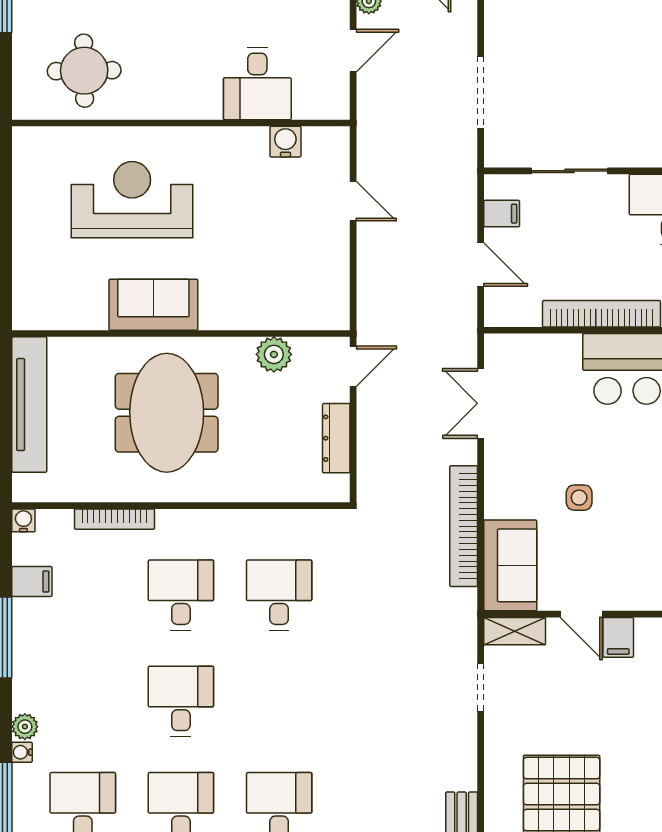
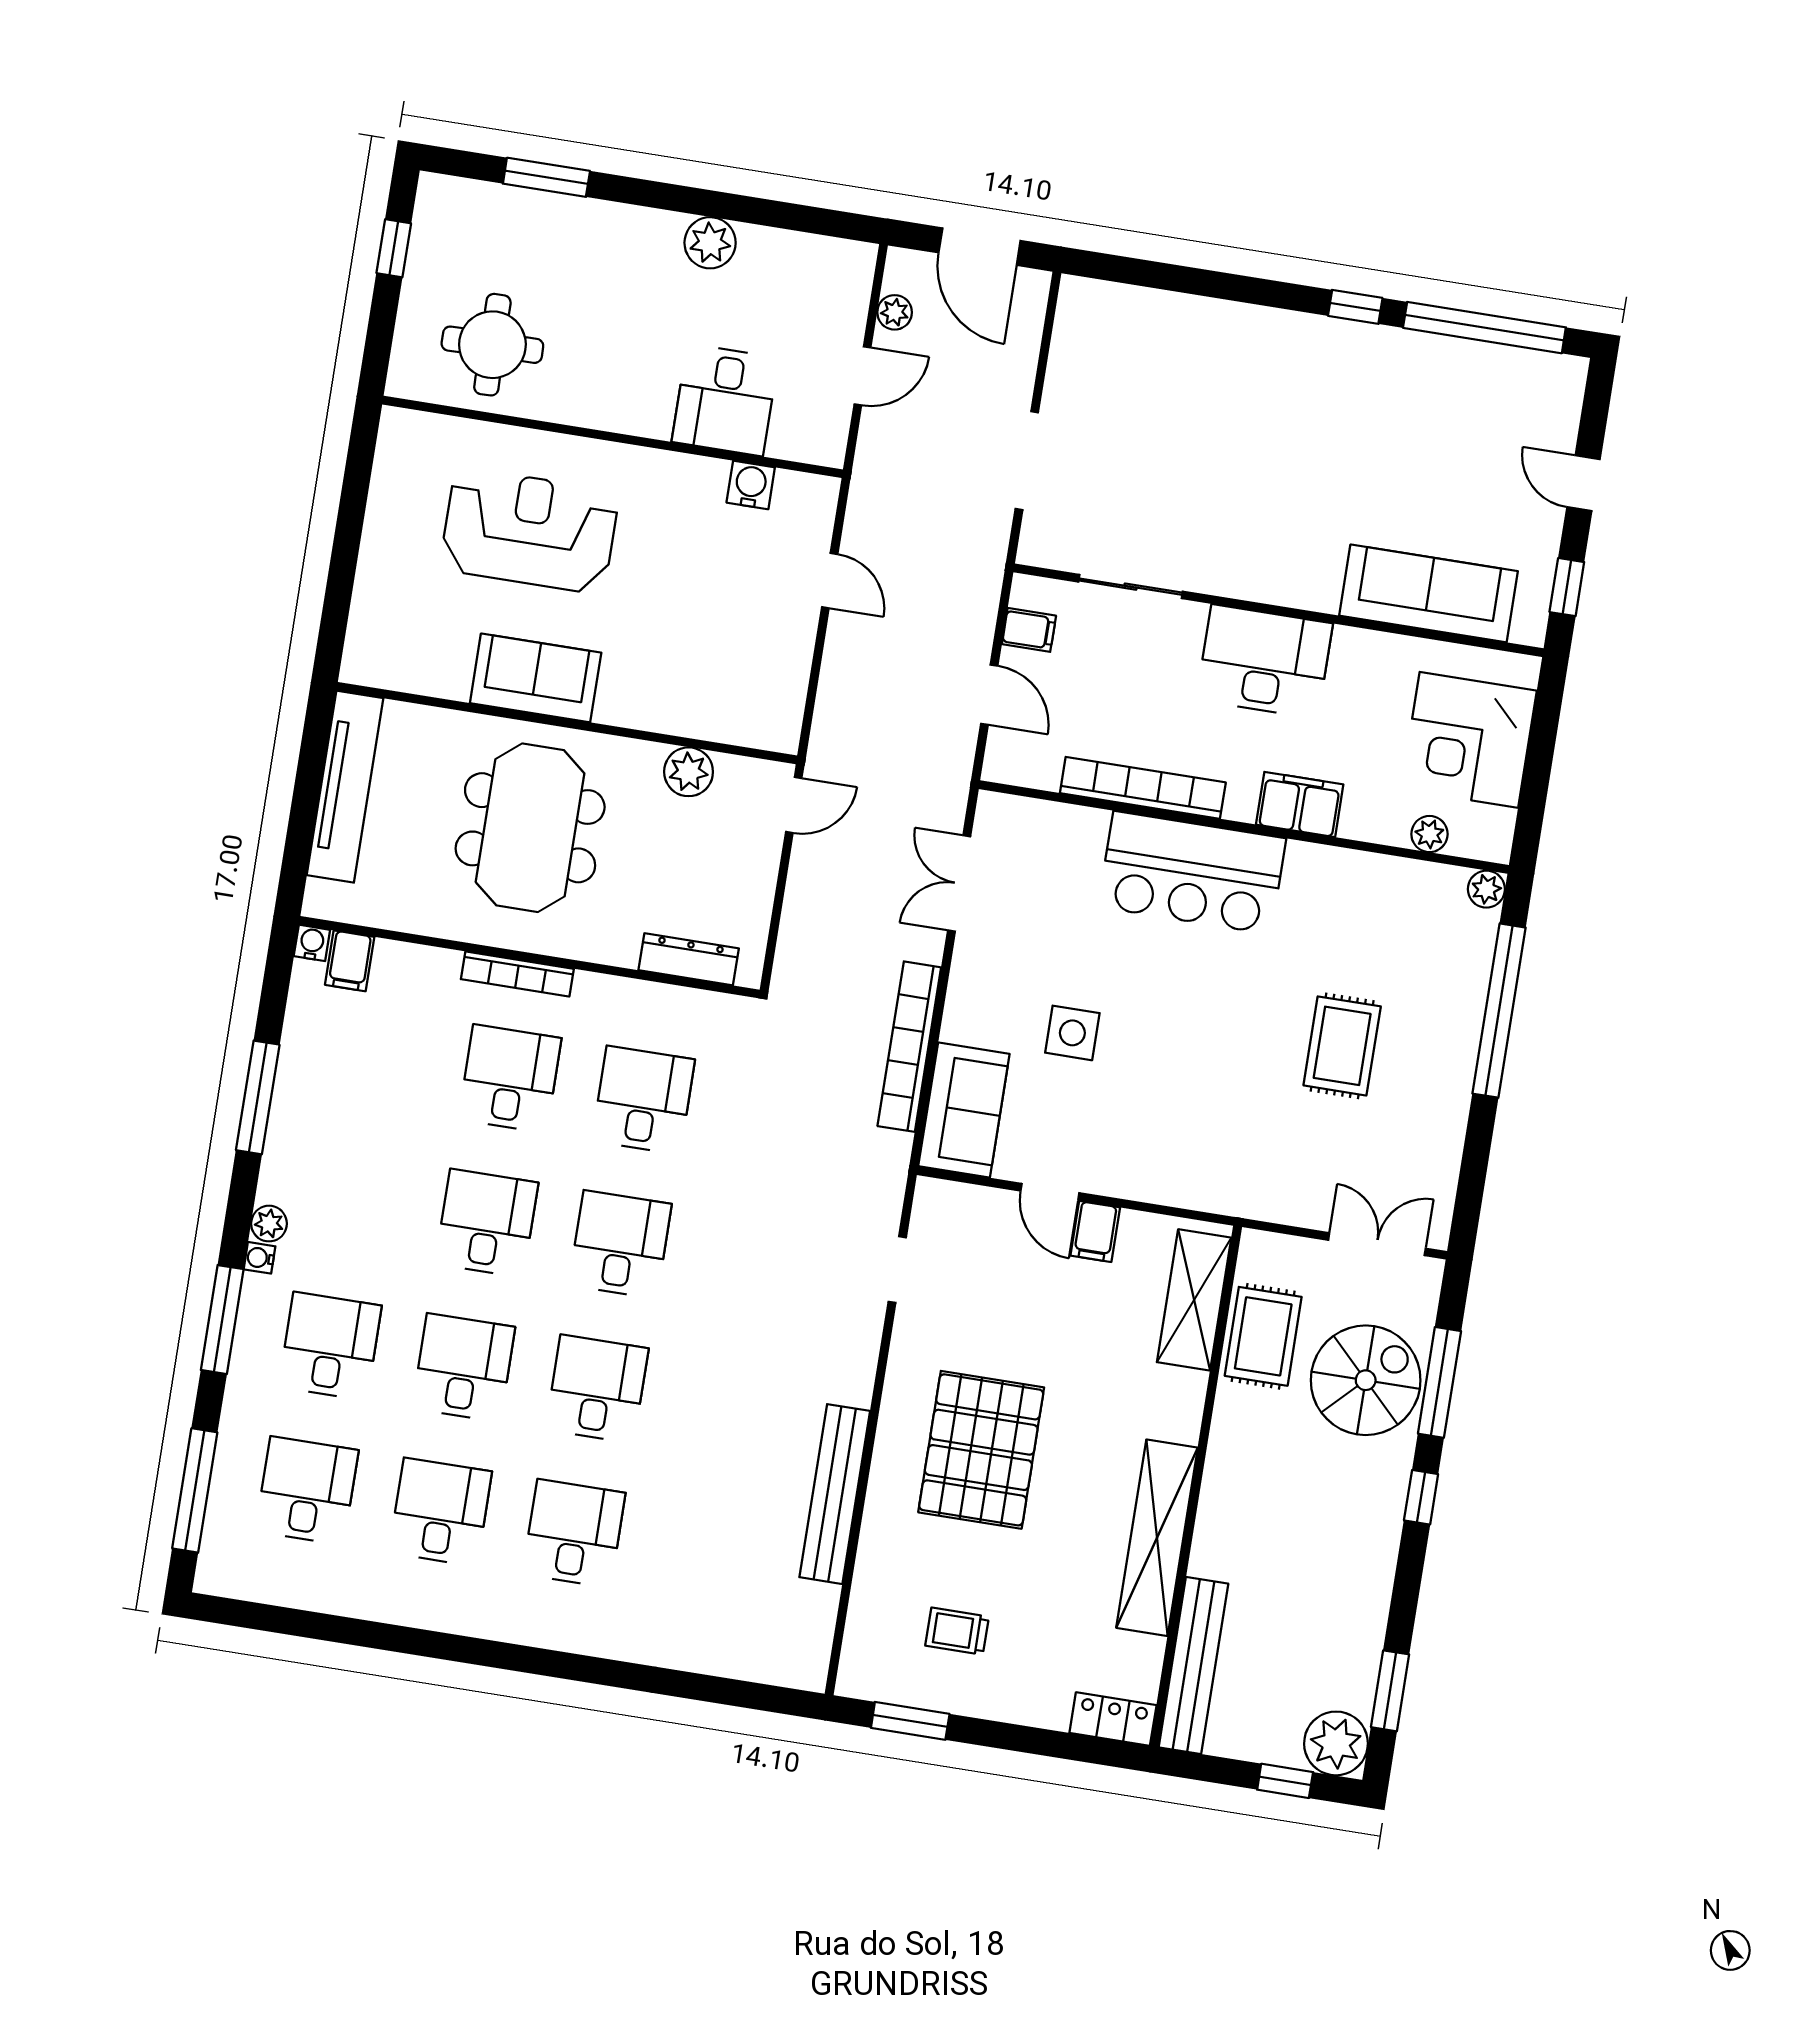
dresser: (336, 438) -> (689, 959), moved, turned 90
side table: (579, 498) -> (1072, 1033), width x1.37, depth x1.37
bookcase: (114, 519) -> (517, 974), moved
filing cabinet: (32, 581) -> (350, 961), moved, turned 90
shelving: (515, 631) -> (956, 1200), removed
desk: (279, 701) -> (620, 1245), added

